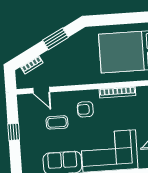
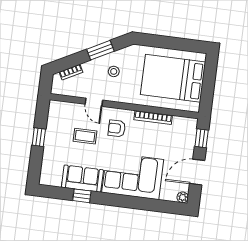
stool: (72, 56) -> (114, 71), added
door: (41, 90) -> (94, 102), moved

